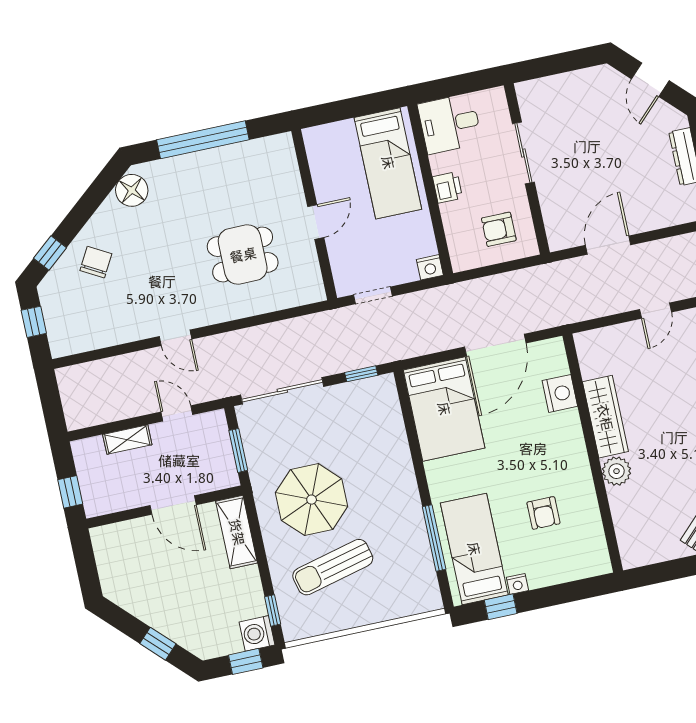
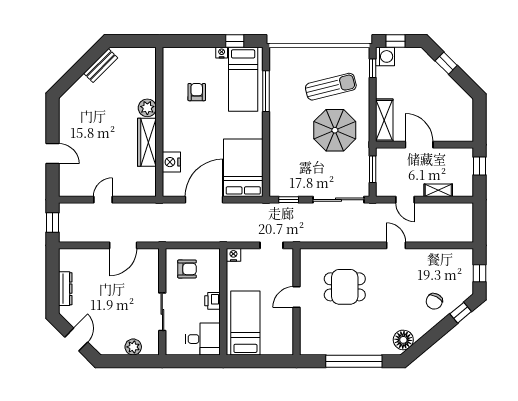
plant: (557, 87) -> (133, 347), added

